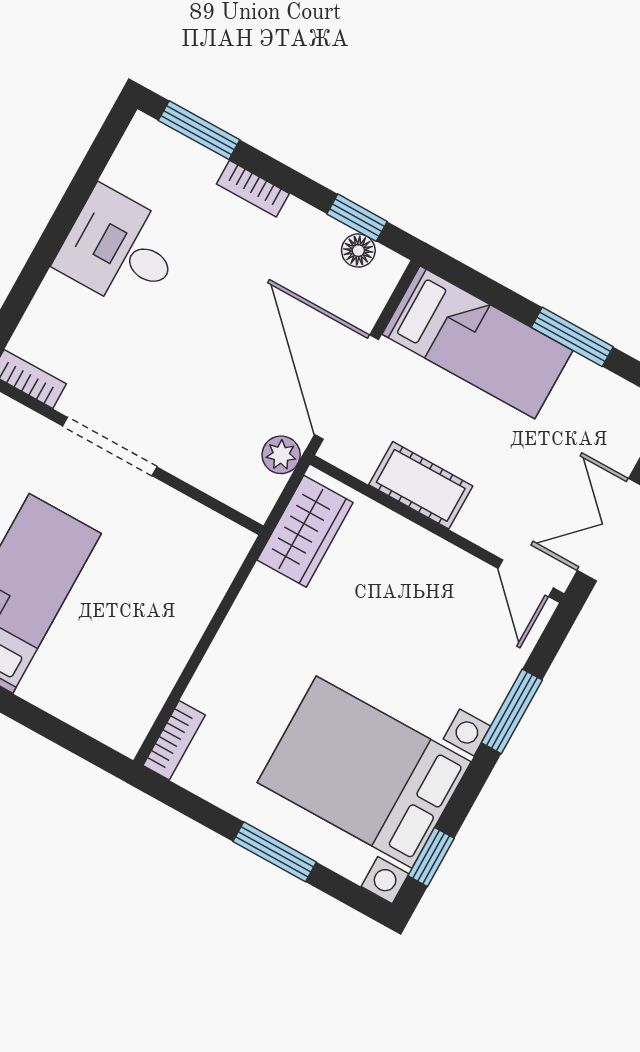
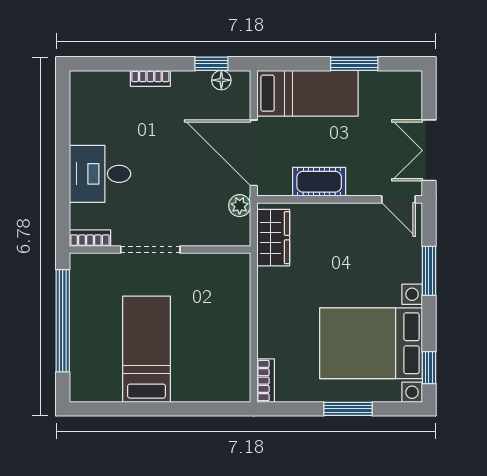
window: (199, 130) -> (107, 64), removed
desk: (120, 249) -> (100, 174), moved

